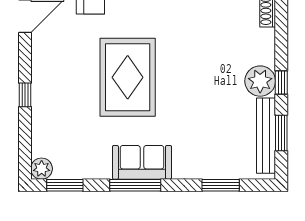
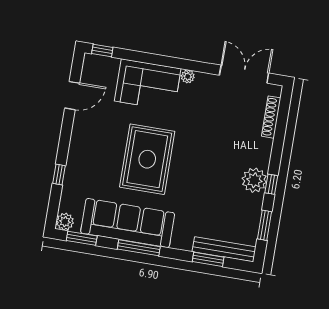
window: (25, 95) -> (59, 174), moved
bench: (266, 136) -> (224, 249), moved, turned 90
sofa: (142, 162) -> (128, 223), width x1.85, depth x1.27

